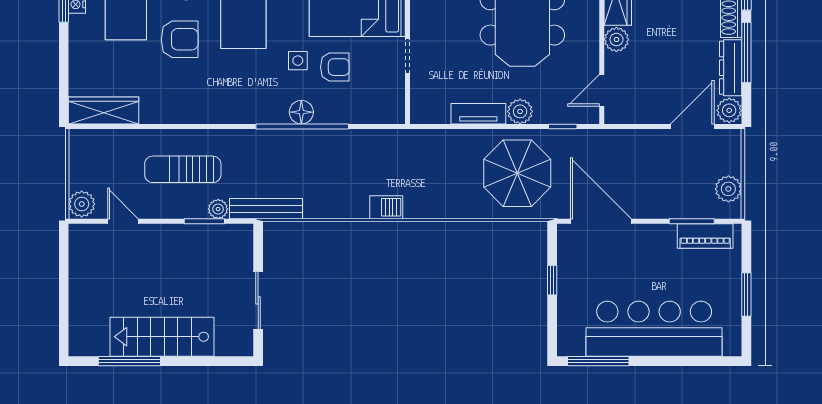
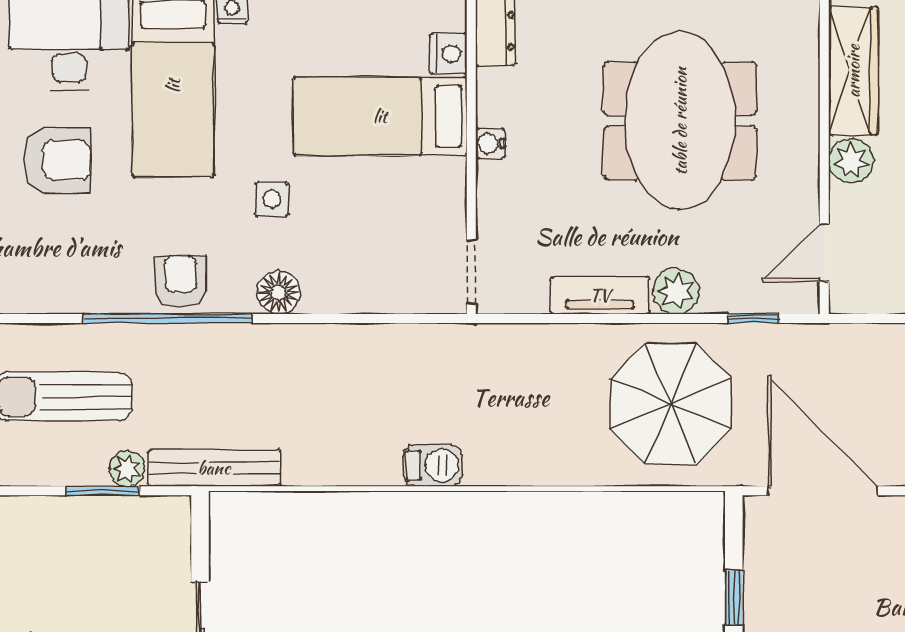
water cooler: (418, 30) -> (490, 143), added
doorway: (407, 56) -> (471, 272), moved
armchair: (335, 67) -> (181, 281), moved, turned -90
window: (302, 126) -> (168, 319), moved

